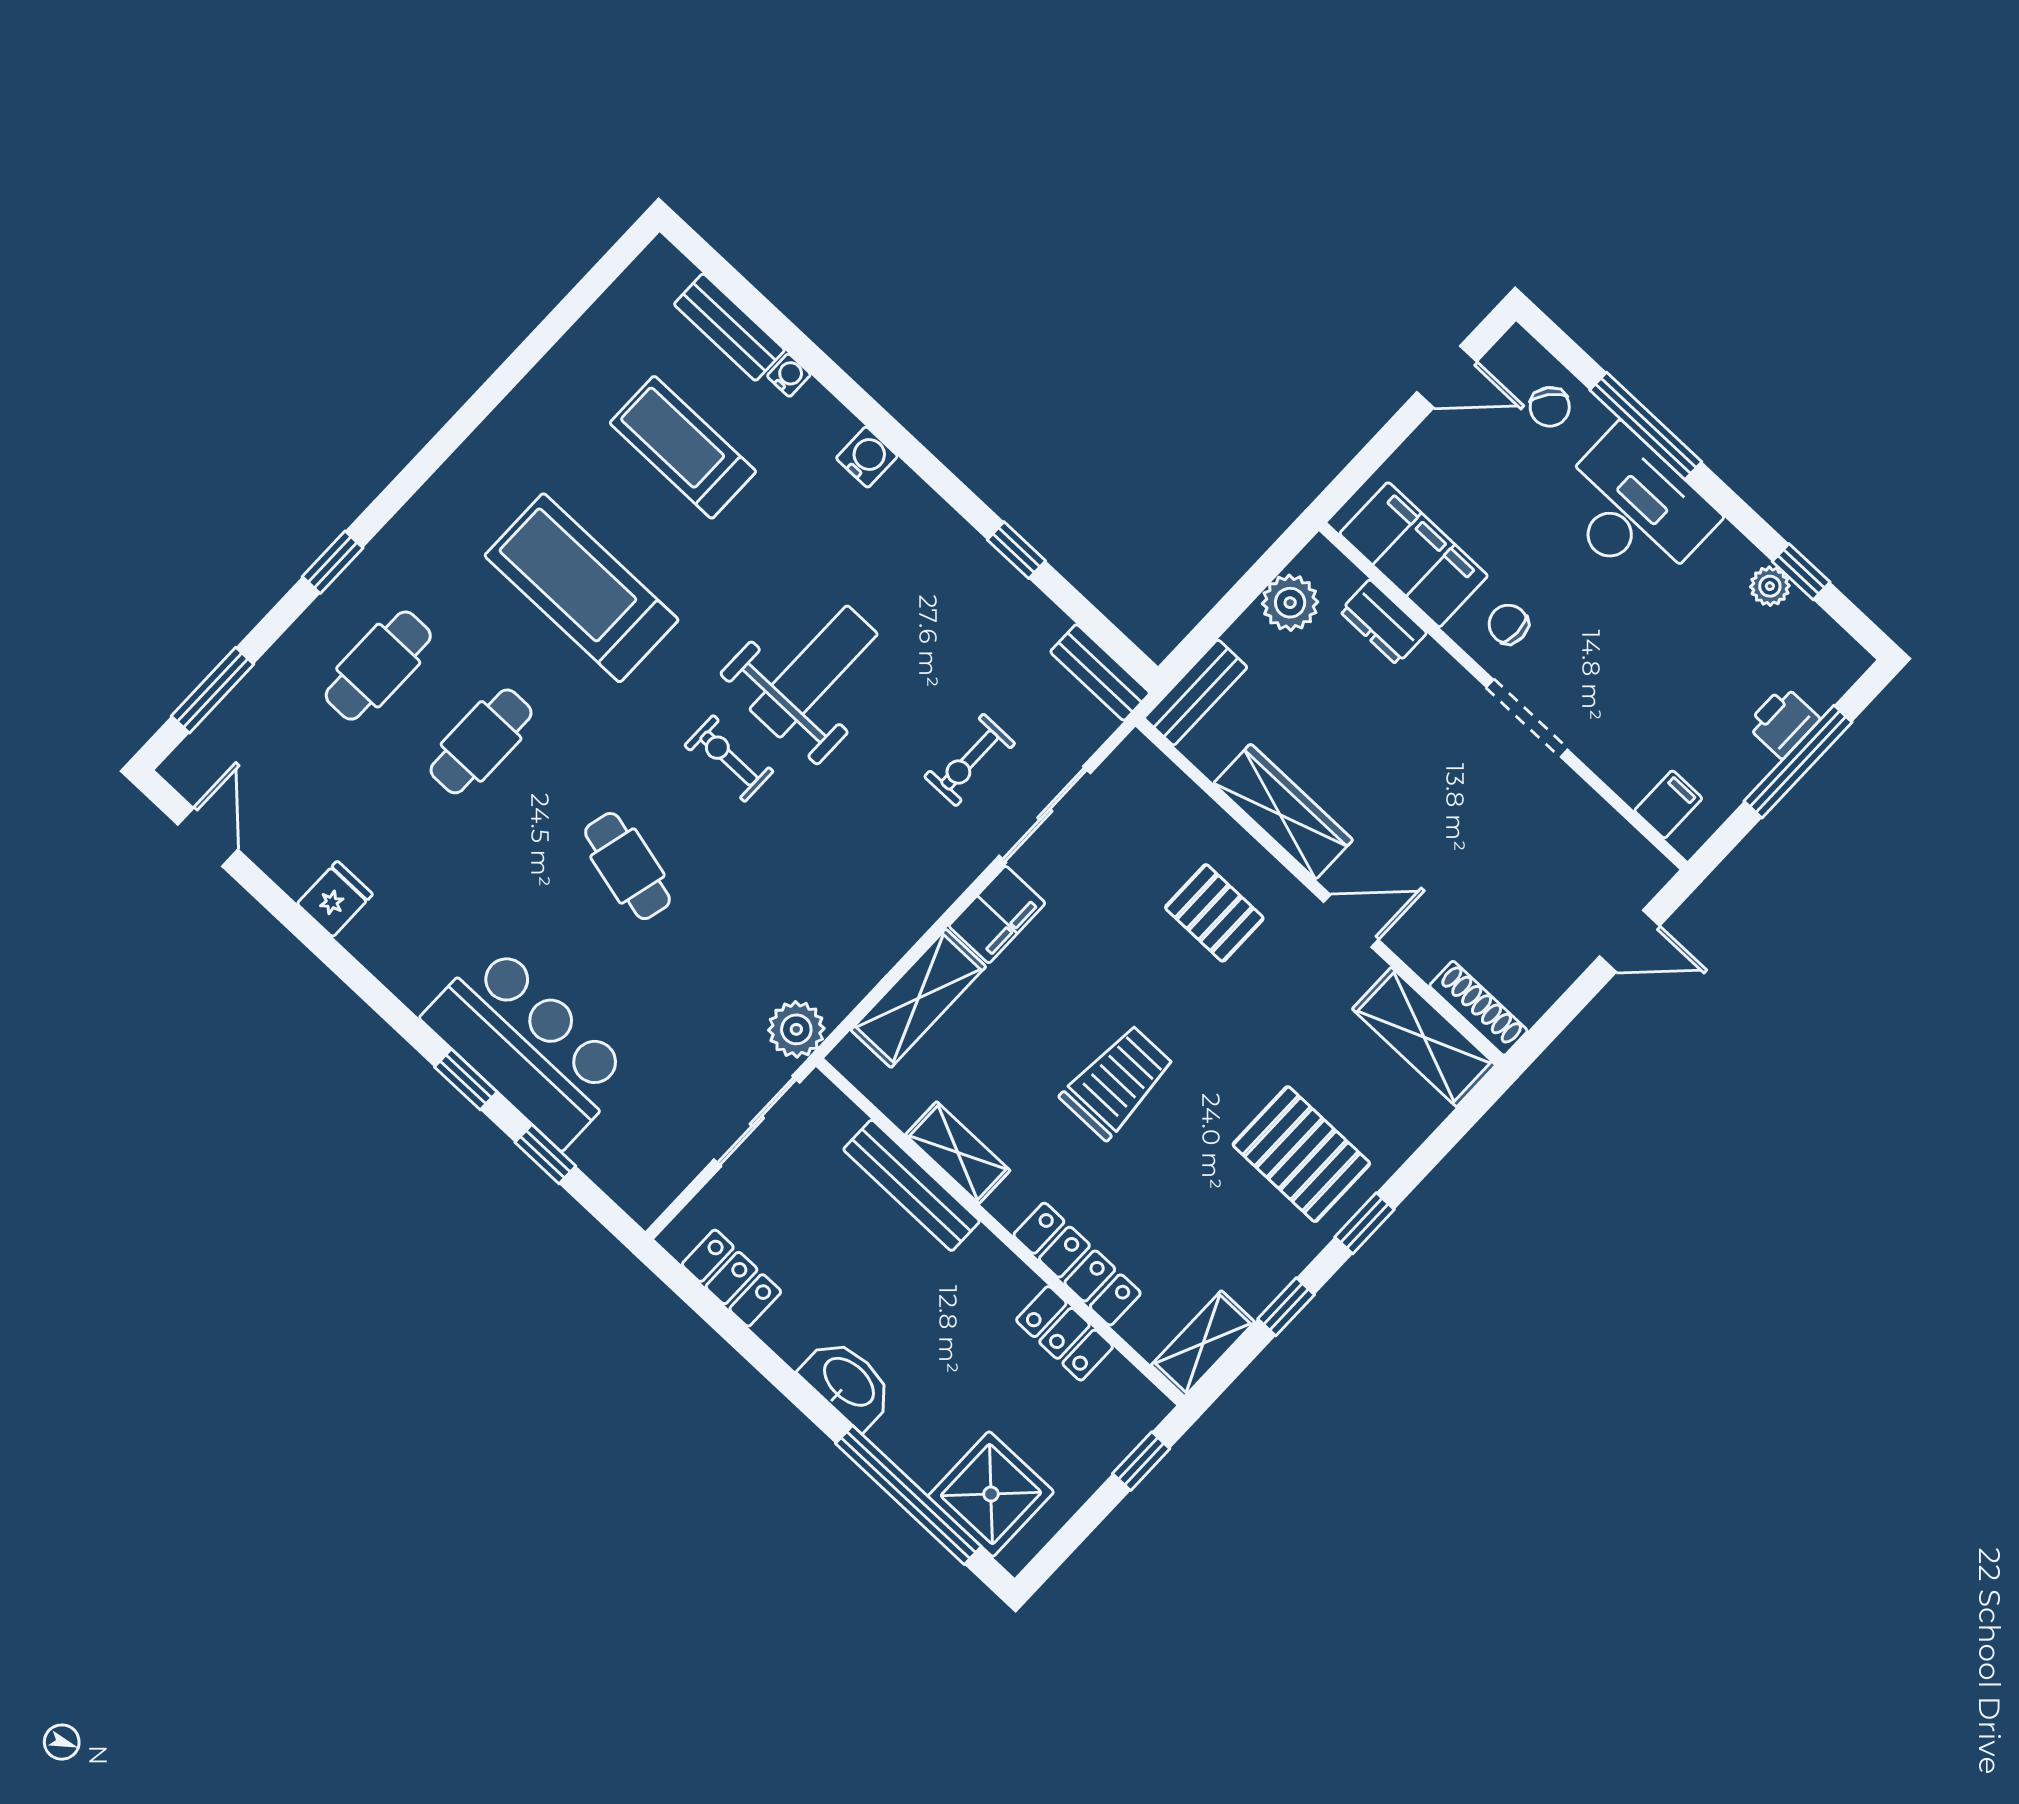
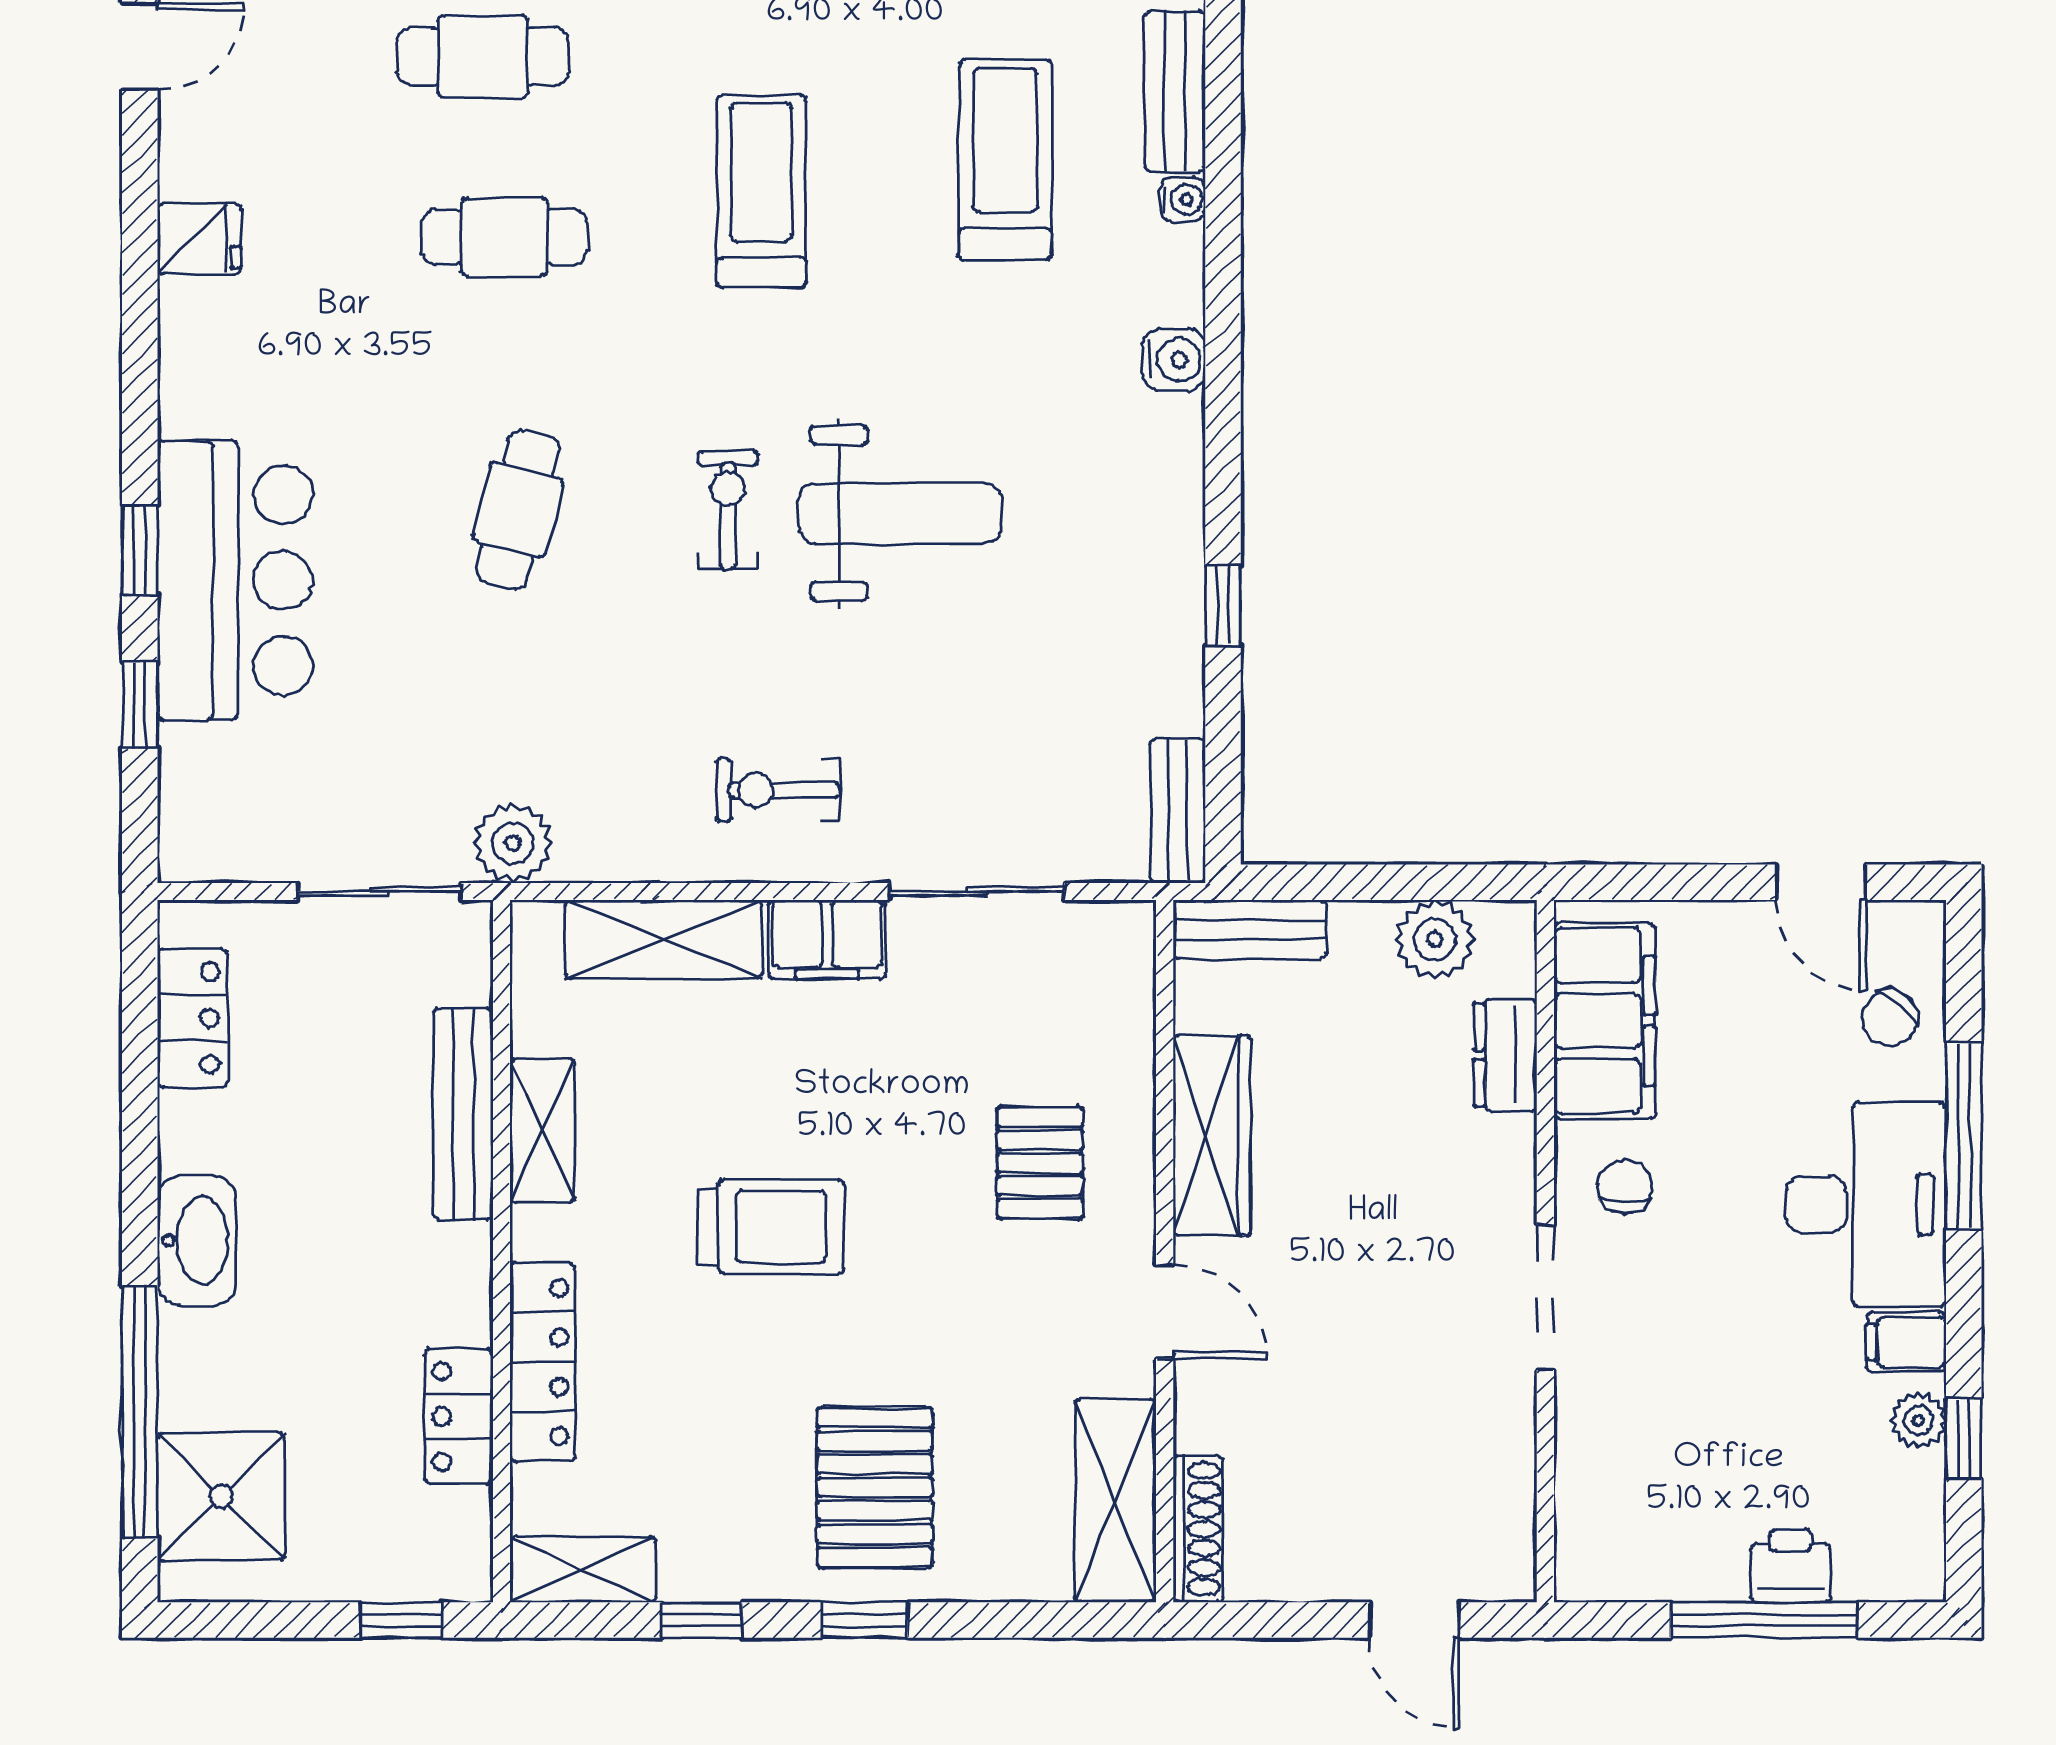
treadmill: (582, 588) -> (761, 191), width x0.73, depth x0.73
exercise bike: (970, 760) -> (778, 790), moved
filing cabinet: (1668, 804) -> (1906, 1342), moved, turned 180

